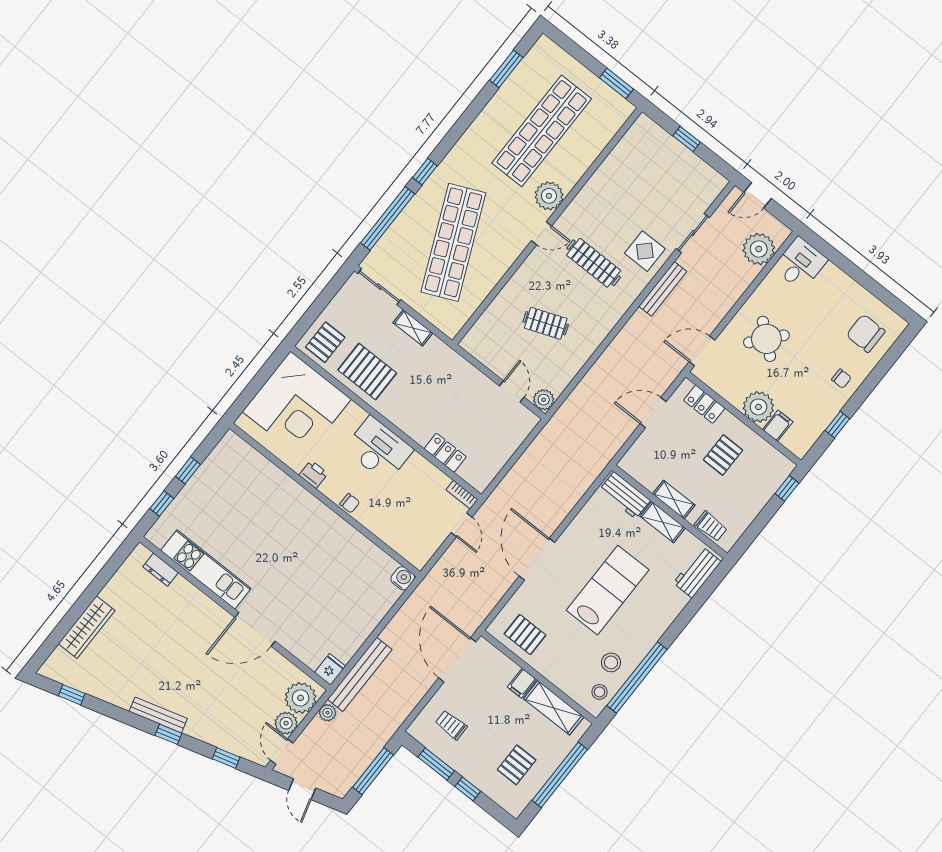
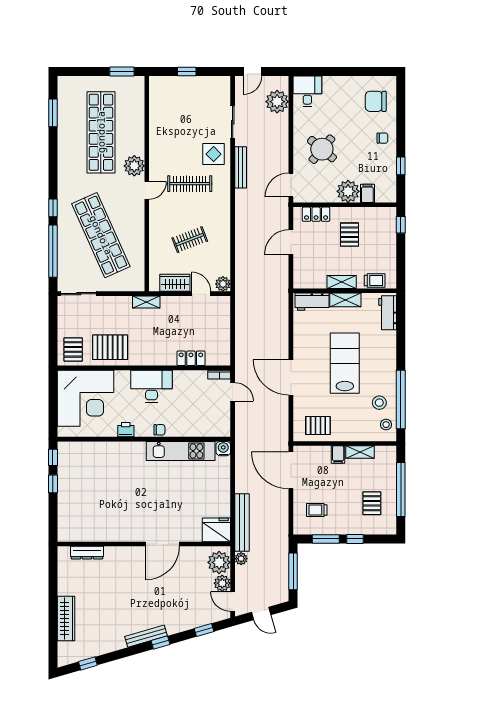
shelving: (413, 328) -> (146, 302), moved
wardrobe: (493, 357) -> (175, 283), added
window: (162, 503) -> (53, 457), moved
kitchen unit: (206, 569) -> (181, 451), moved, turned 180
dresser: (161, 570) -> (87, 553), width x1.44
fridge: (330, 669) -> (216, 530), width x1.88, depth x1.34
shelving: (554, 708) -> (360, 452), width x0.67, depth x0.75

